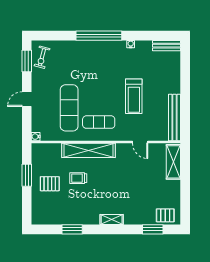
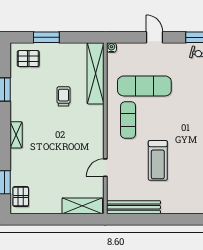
treadmill: (134, 96) -> (158, 160), turned -90
shelving: (89, 150) -> (95, 73), moved
window: (27, 175) -> (46, 37), moved
pallet: (50, 184) -> (28, 59), moved, turned 90

